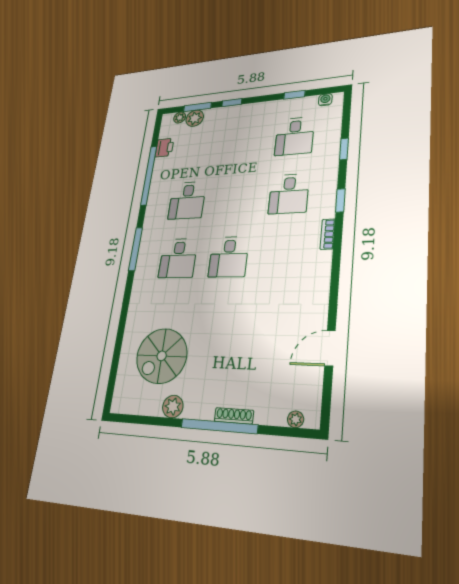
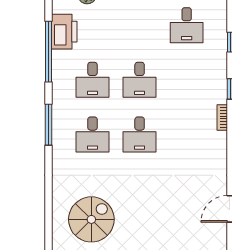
printer: (165, 148) -> (64, 32), width x1.87, depth x1.48
desk: (289, 194) -> (140, 80), moved
spiral stairs: (162, 356) -> (91, 219), turned 180

